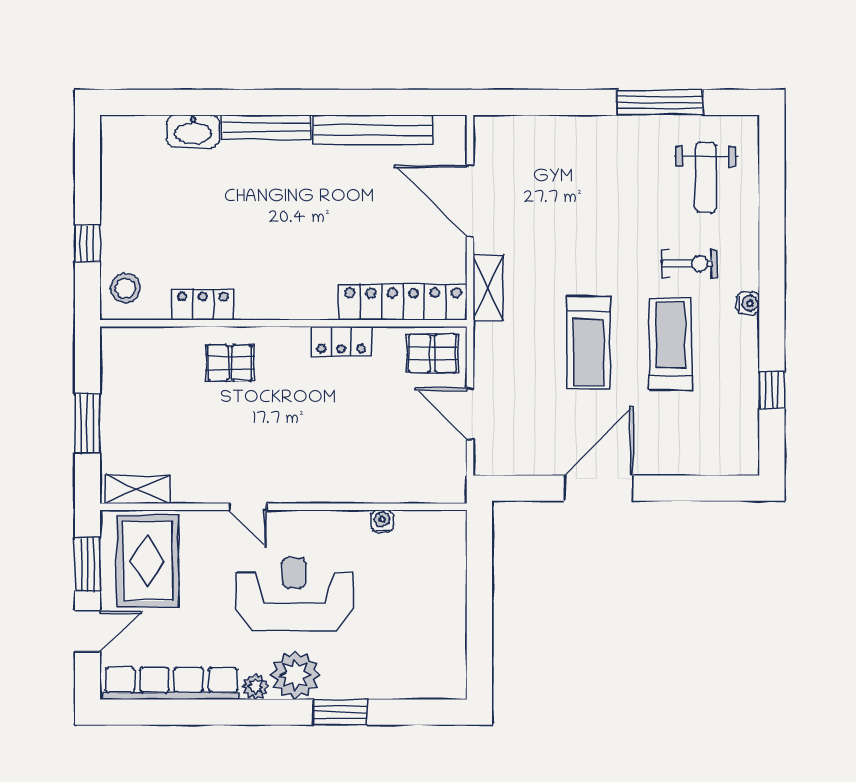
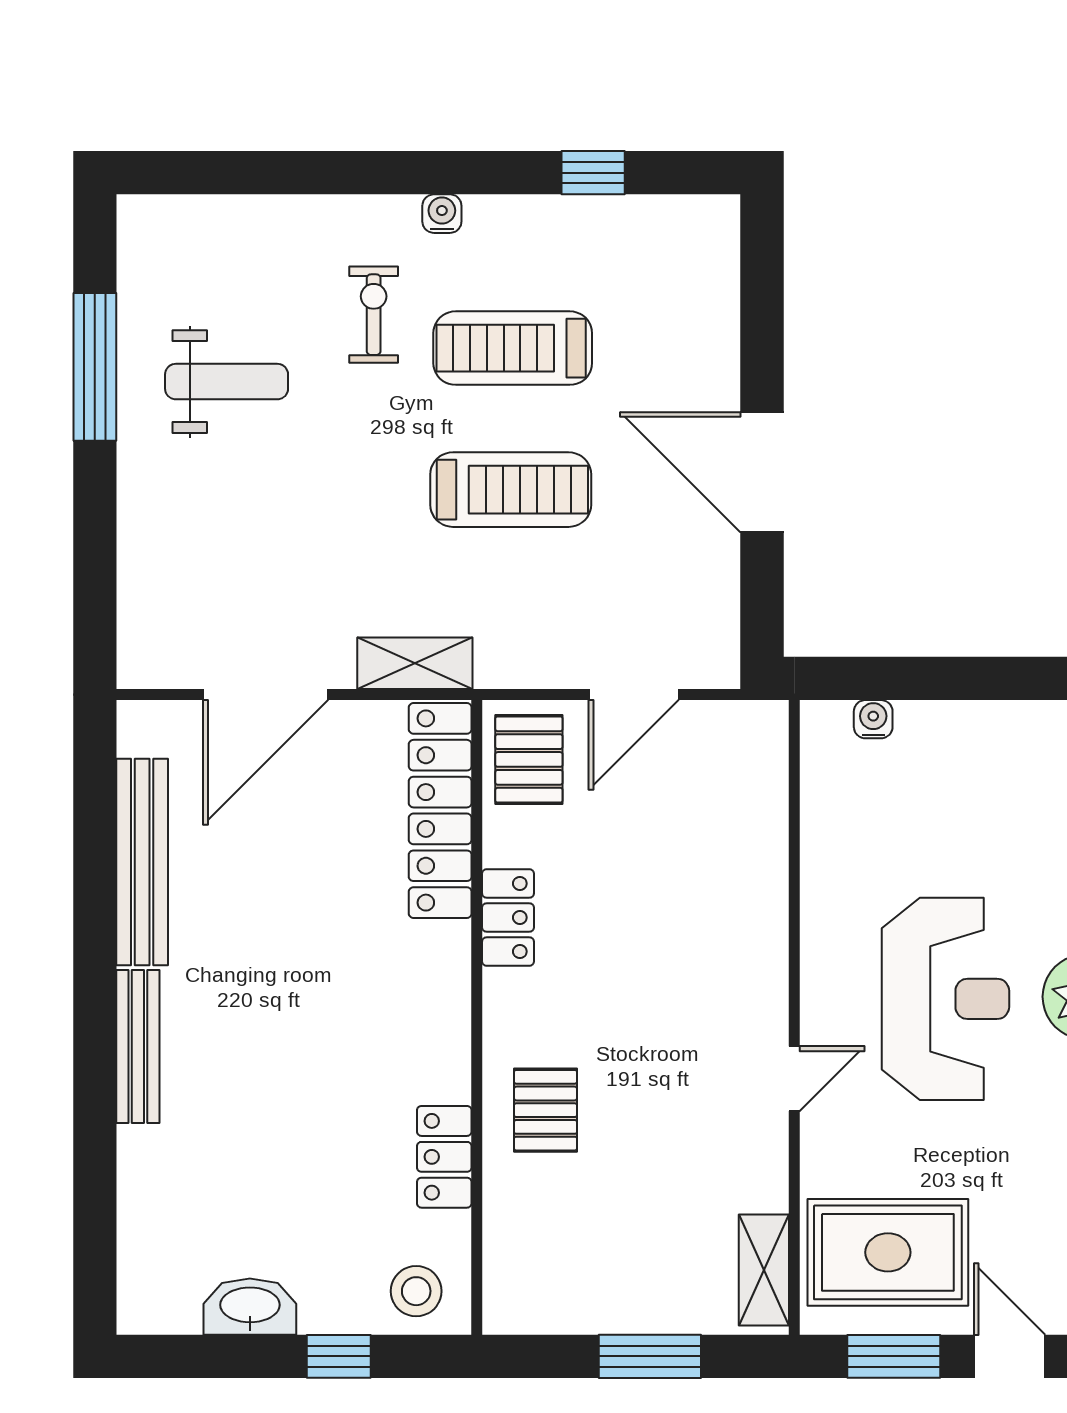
washbasin: (193, 131) -> (250, 1307), moved, turned -90
weight bench: (706, 178) -> (227, 382), moved
water cooler: (382, 521) -> (873, 719), moved, turned 90
reception desk: (294, 594) -> (945, 999), turned 180

